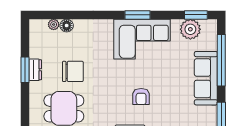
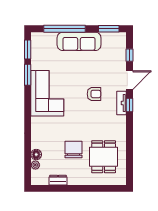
window: (138, 15) -> (28, 75), moved
plant: (190, 29) -> (39, 54), removed
window: (25, 70) -> (72, 188), removed
dresser: (35, 70) -> (58, 180), moved

